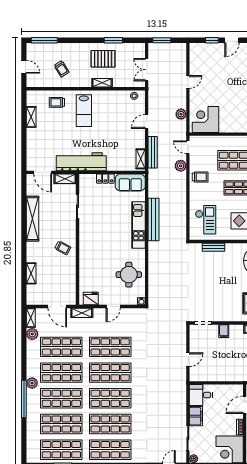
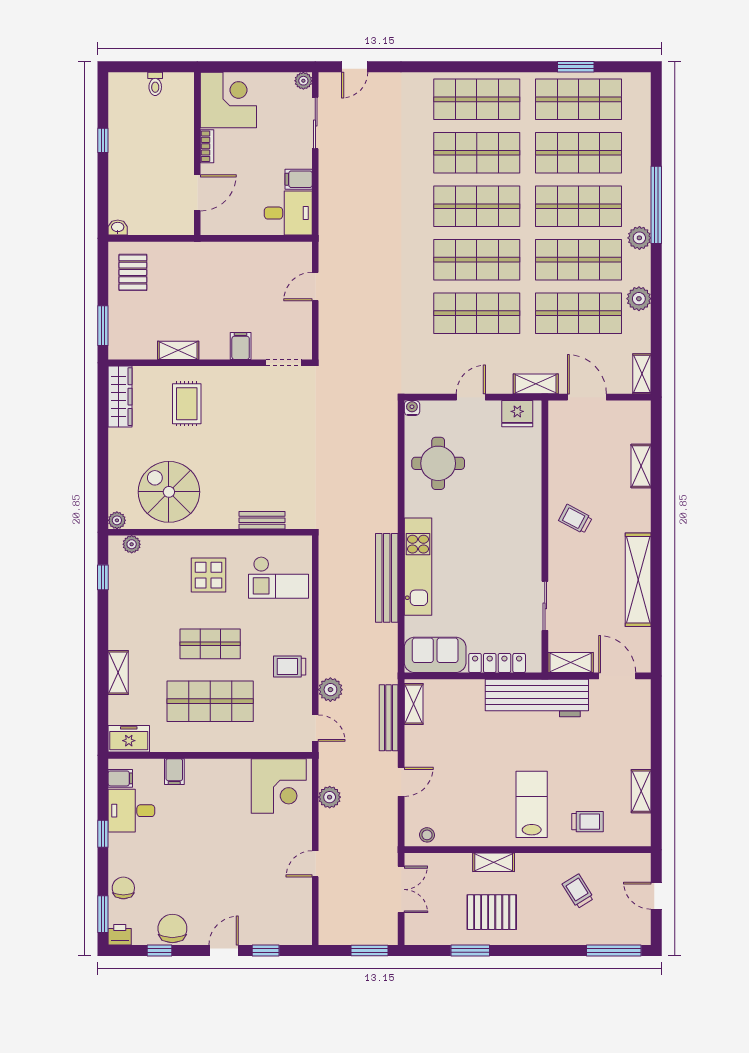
locker: (105, 179) -> (497, 663), width x1.53
checkout: (206, 220) -> (278, 578), turned -90
plant: (32, 334) -> (639, 299), moved
filing cabinet: (196, 416) -> (299, 179), width x0.50

